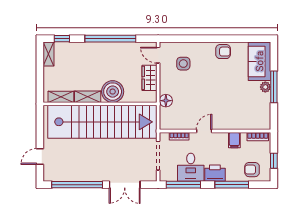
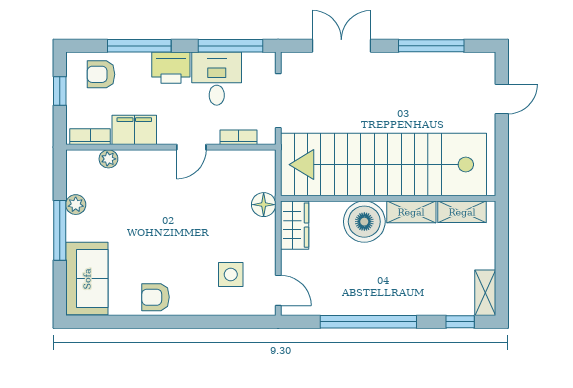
wardrobe: (149, 78) -> (295, 225), moved
plant: (265, 87) -> (76, 205), moved
plant: (248, 125) -> (108, 159), added
filing cabinet: (234, 140) -> (134, 130), width x2.00
armchair: (252, 170) -> (101, 74), turned 180
window: (77, 185) -> (431, 46), width x0.68

